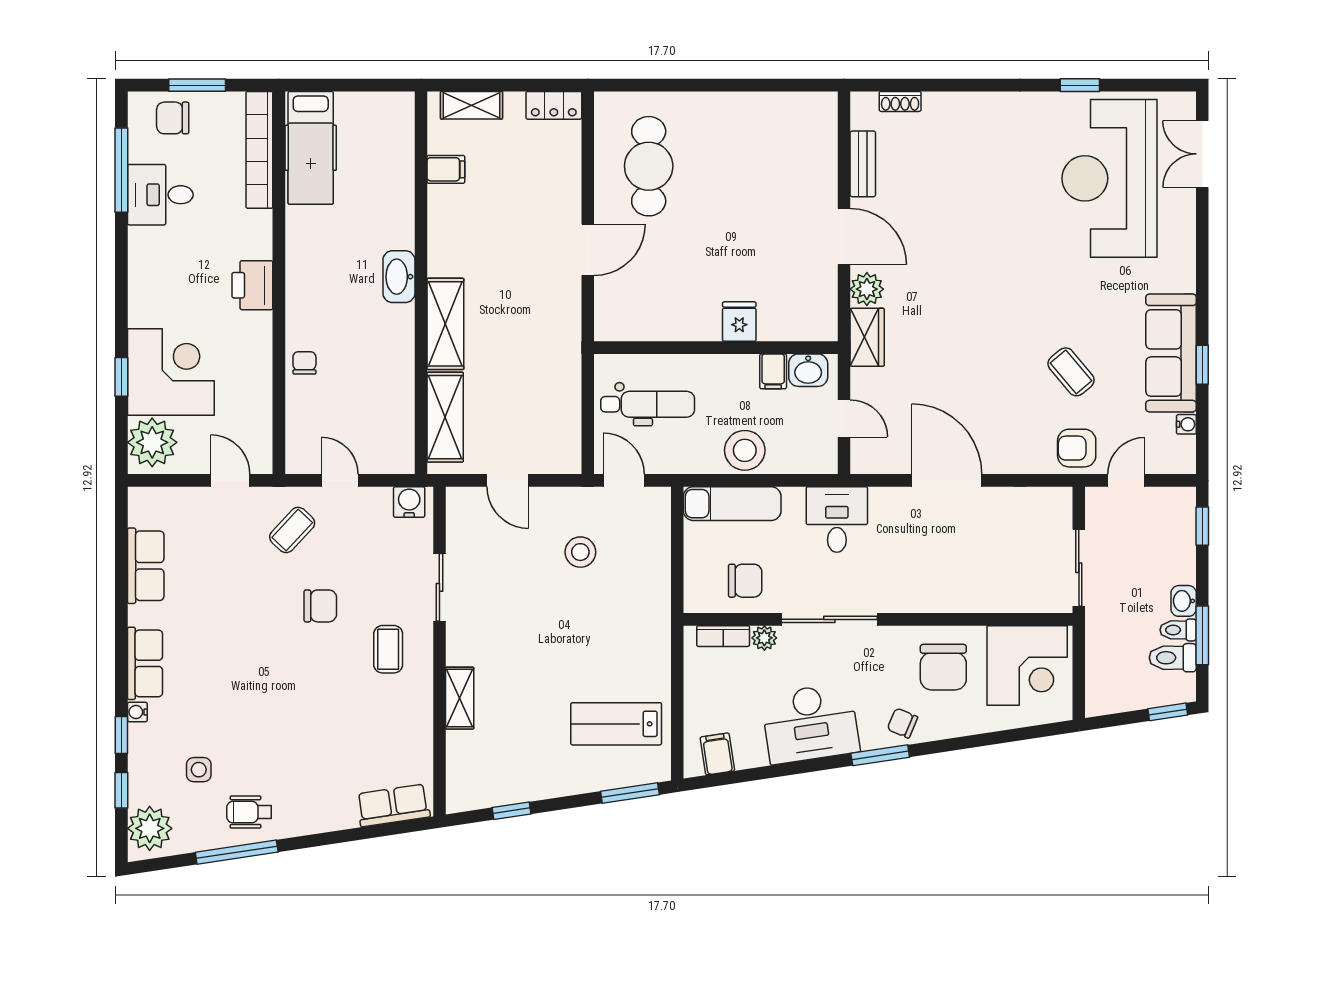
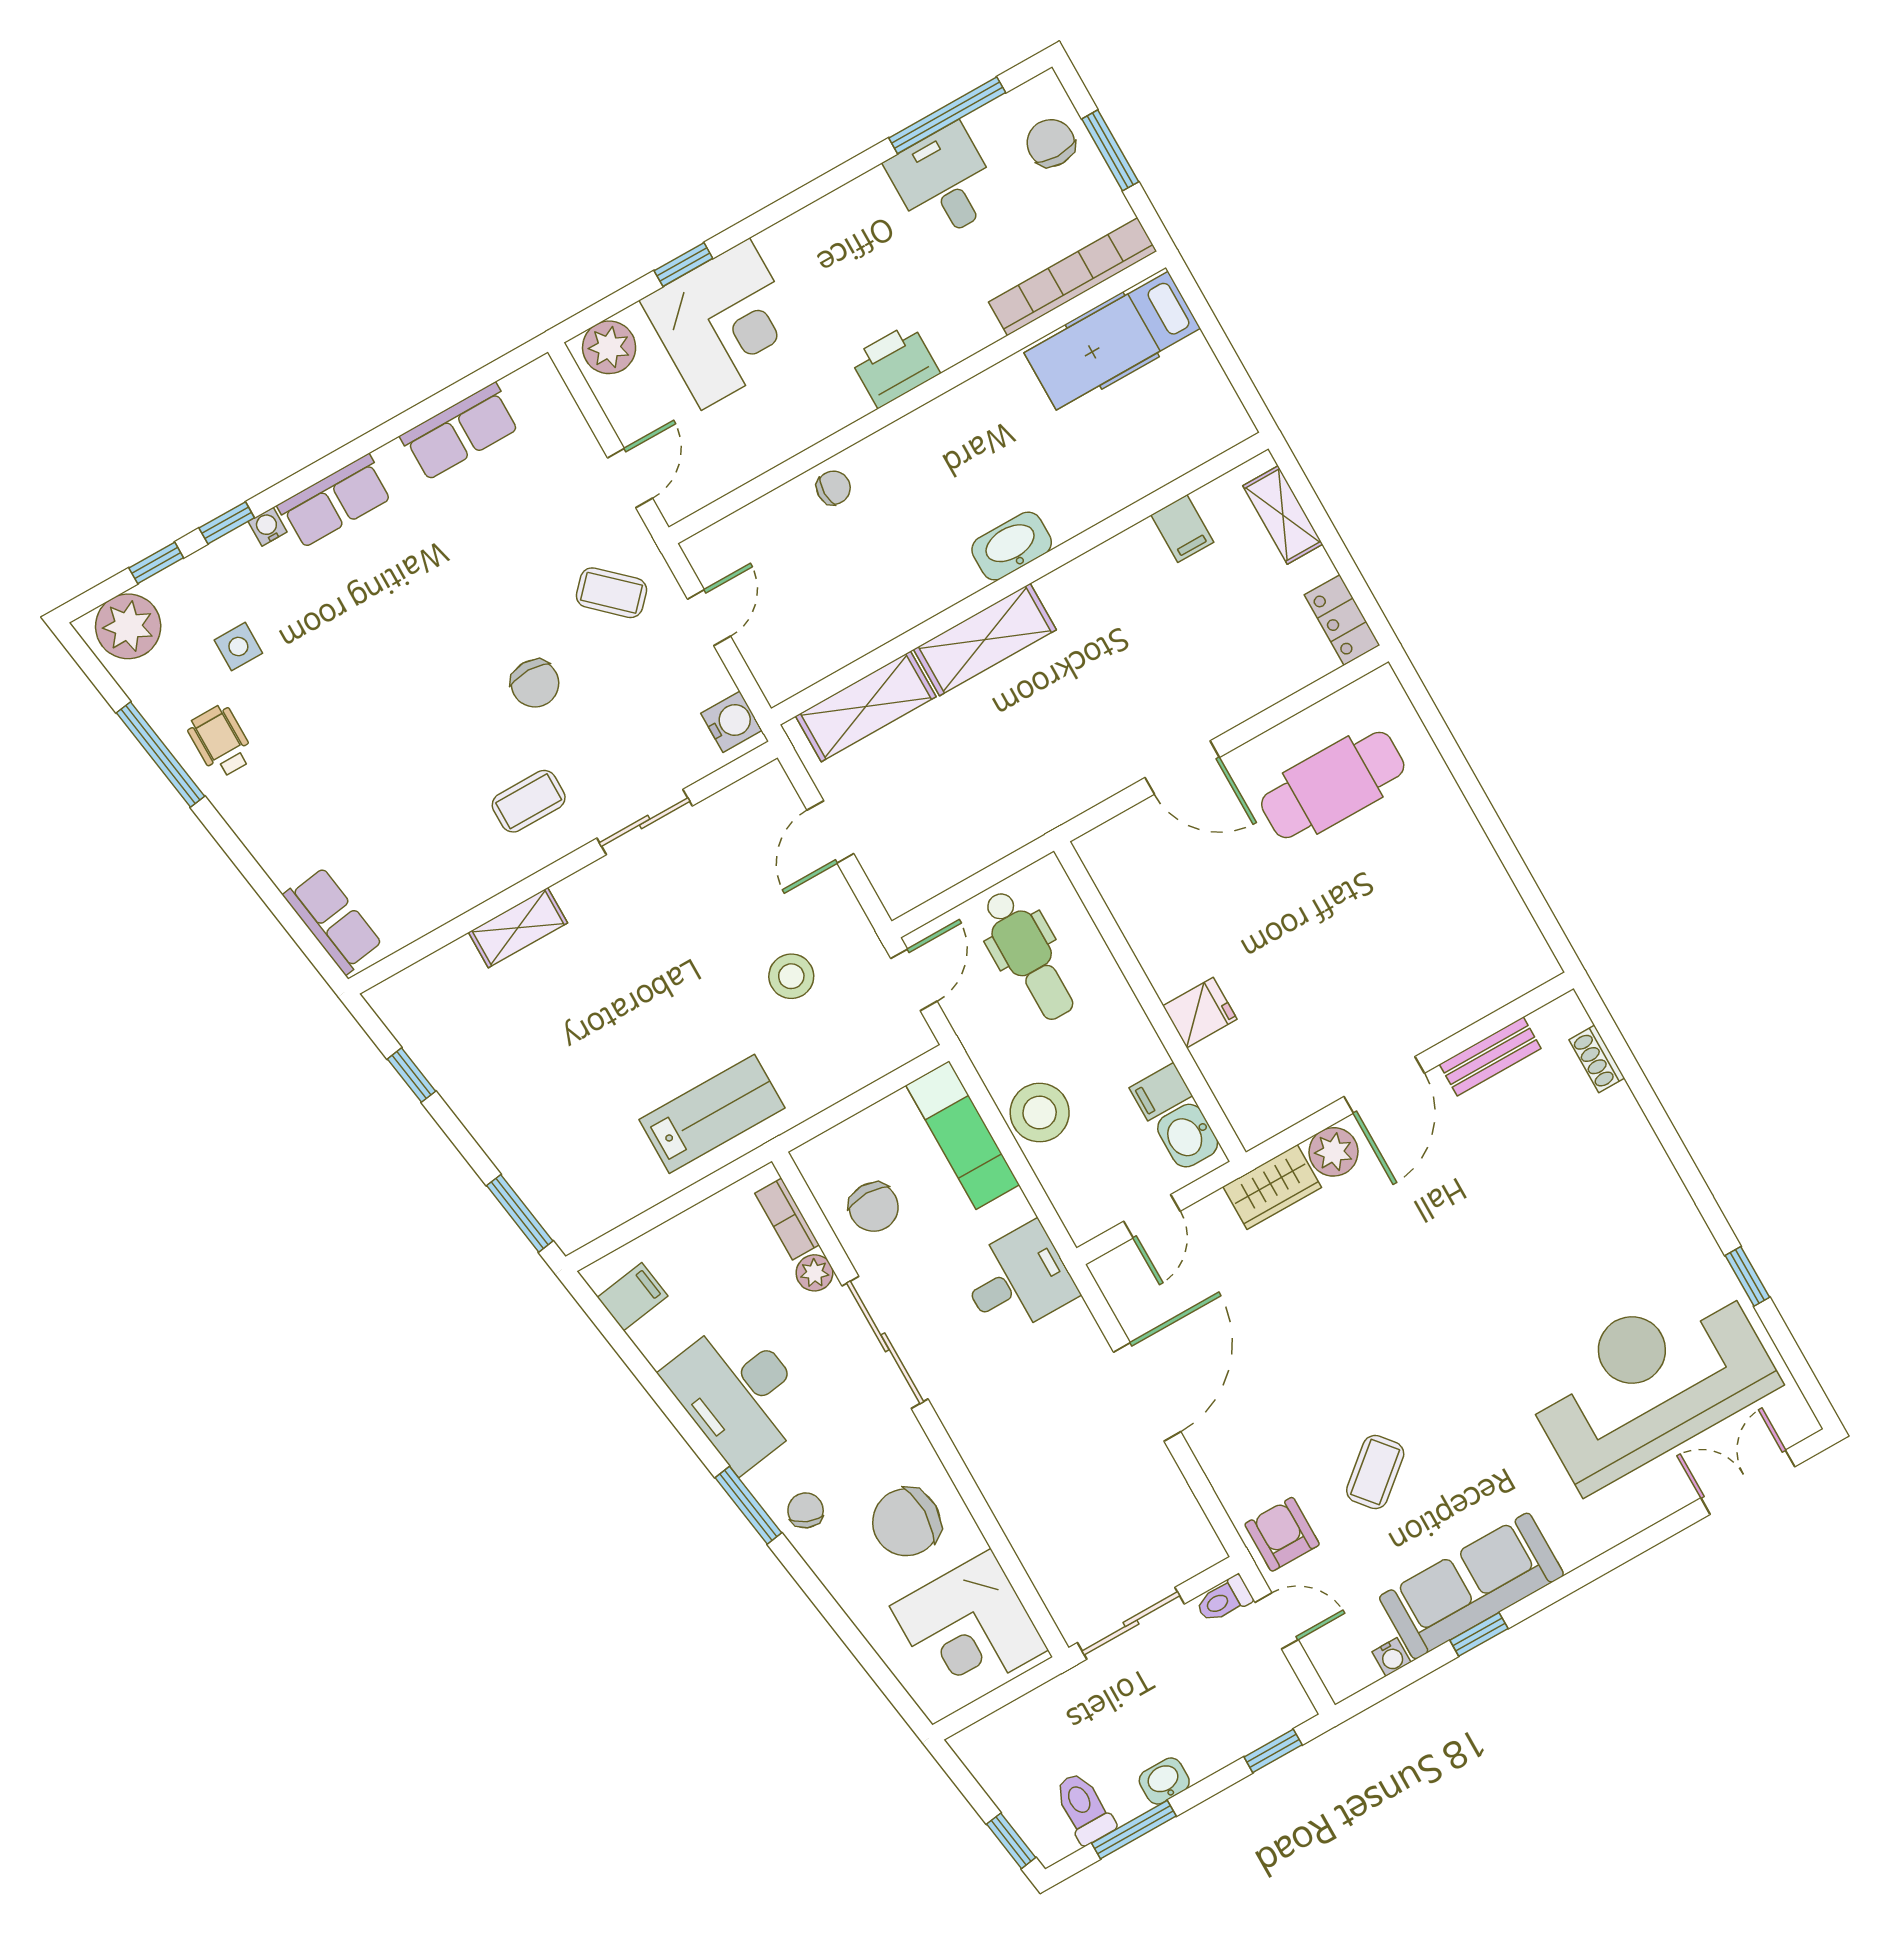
plant: (152, 442) -> (609, 347), width x0.73, depth x0.73
toilet: (1178, 630) -> (1224, 1600), moved, turned -90
lab bench: (616, 724) -> (712, 1114), moved, turned 90

